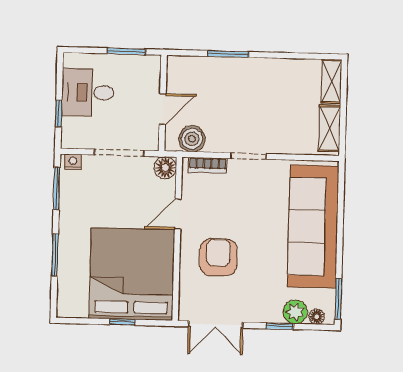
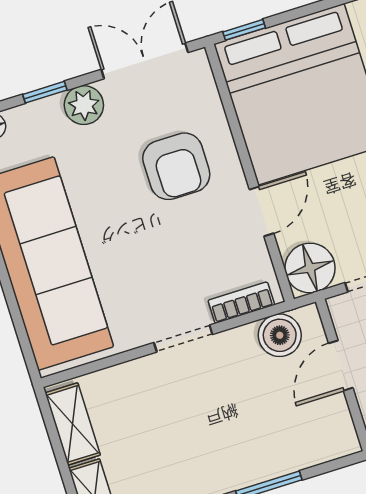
floor lamp: (165, 168) -> (310, 268), width x1.38, depth x1.38
plant: (295, 312) -> (84, 105), moved
window: (122, 322) -> (244, 30), moved

